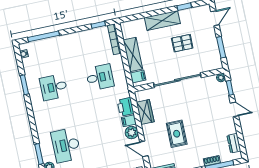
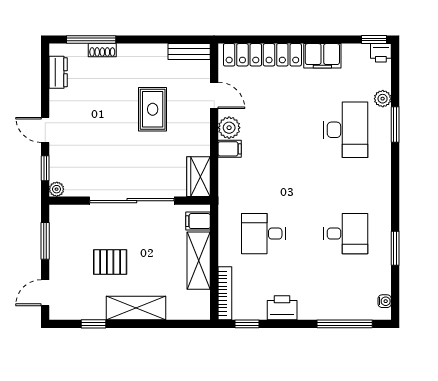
printer: (125, 107) -> (282, 308), moved, turned -90
wardrobe: (145, 112) -> (199, 177), moved

